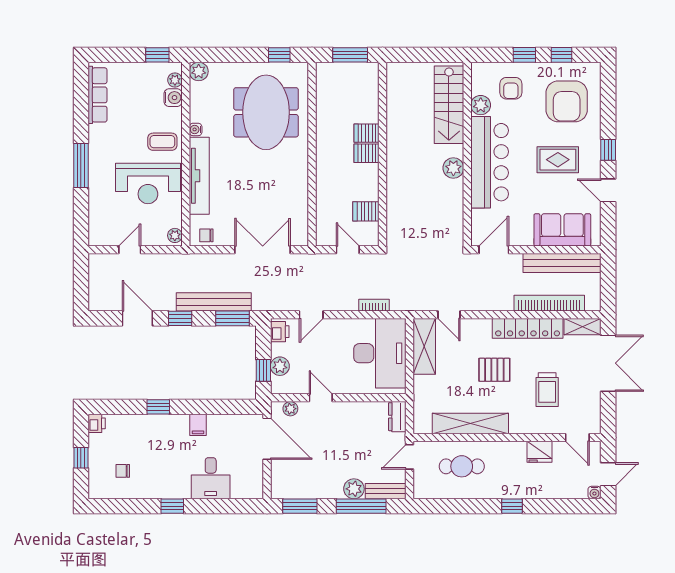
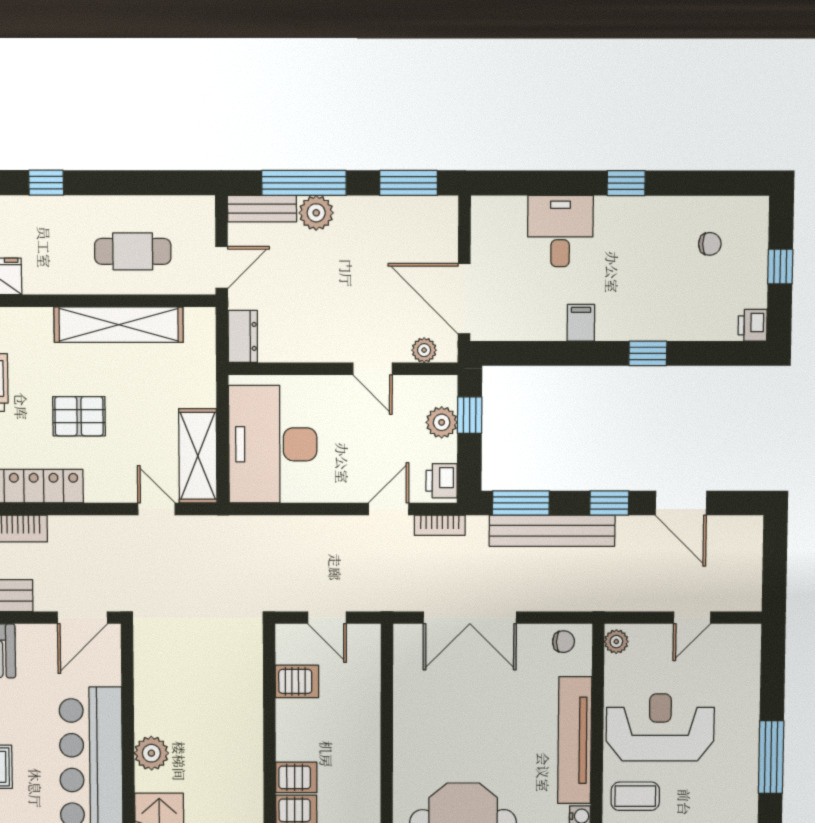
bookcase: (374, 305) -> (440, 525), moved

